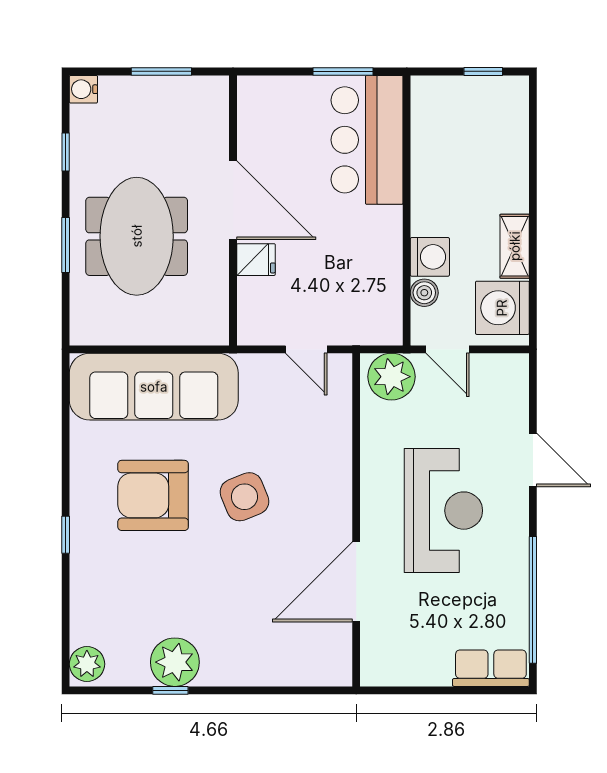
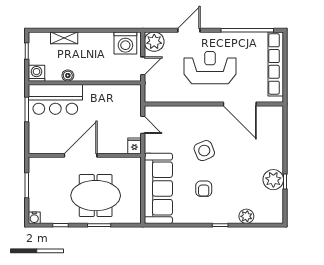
shelving: (515, 246) -> (64, 38), moved
washing machine: (430, 257) -> (37, 73), moved
fridge: (256, 260) -> (134, 146), moved
boiler: (424, 293) -> (68, 76), moved
door: (306, 349) -> (143, 125), hinge flipped
plant: (391, 377) -> (154, 42), moved
armchair: (153, 495) -> (204, 189), width x0.53, depth x0.53
plant: (87, 664) -> (246, 216), moved
row of seats: (491, 668) -> (276, 64), width x2.02

